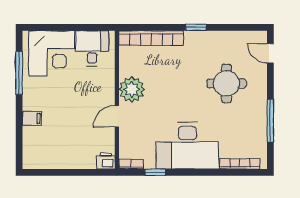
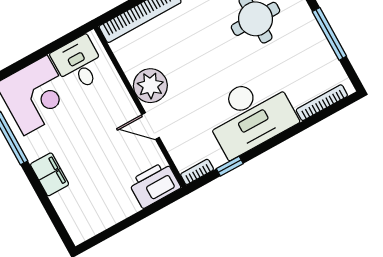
door: (117, 116) -> (150, 126), hinge flipped
filing cabinet: (32, 118) -> (50, 174), width x2.00
printer: (106, 161) -> (154, 185), width x1.87, depth x1.48

